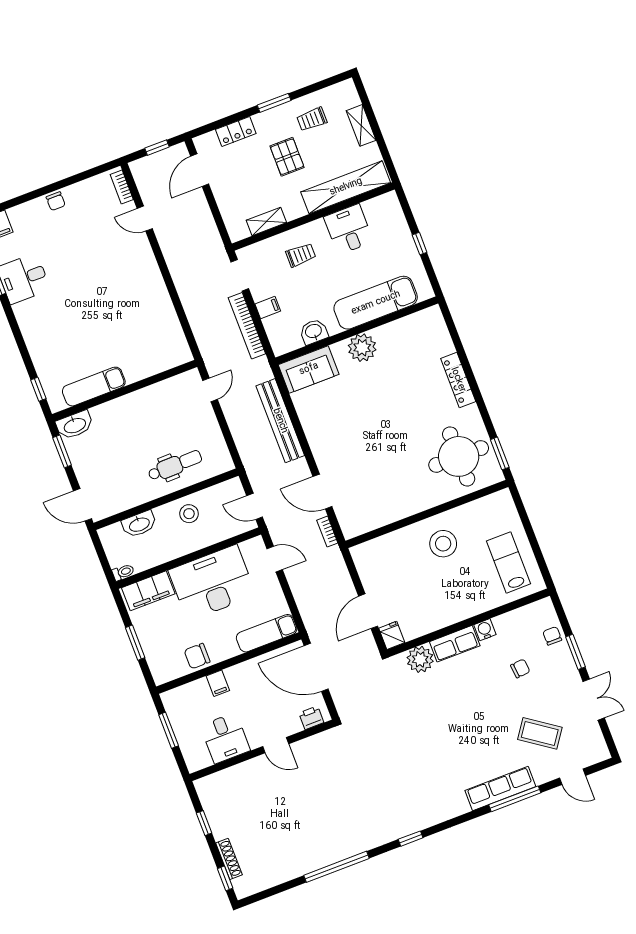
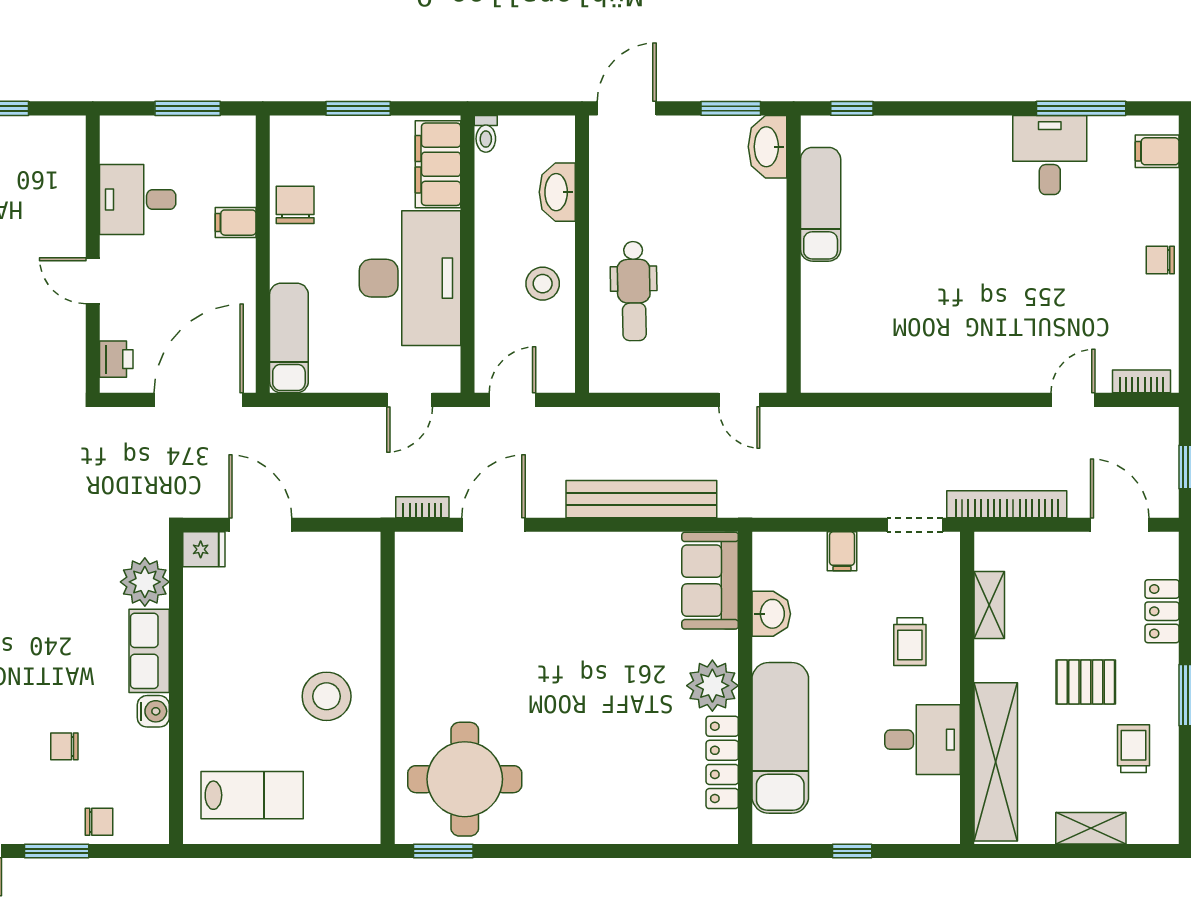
bookcase: (247, 326) -> (1007, 504), moved
locker: (458, 380) -> (722, 762), moved, turned -90
chair: (520, 668) -> (64, 746), turned 95
door: (276, 745) -> (93, 281), hinge flipped

